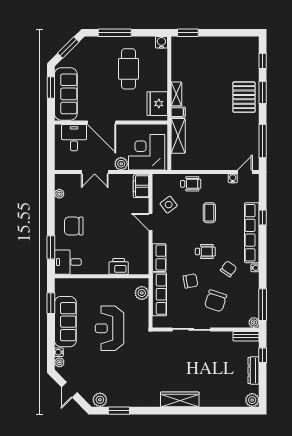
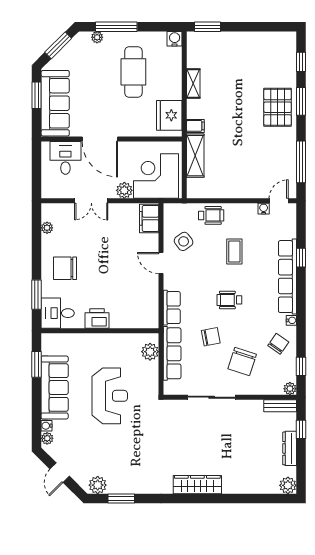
plant: (99, 41) -> (97, 37), added
shelving: (176, 94) -> (193, 83), moved
wheelchair: (205, 252) -> (229, 300), turned 180
printer: (119, 266) -> (97, 319), moved
chair: (229, 269) -> (278, 344), moved
window: (263, 305) -> (301, 366), width x0.46
reception desk: (109, 328) -> (110, 396), turned 180

